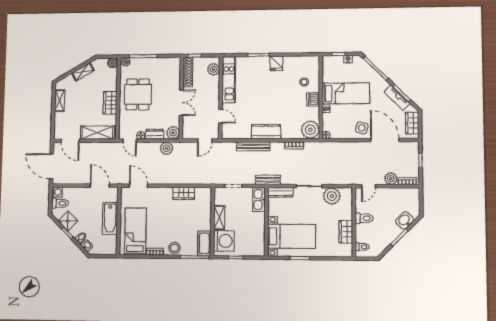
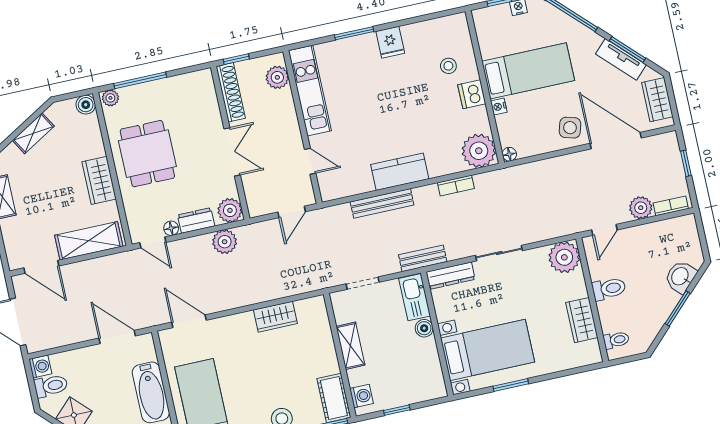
plant: (332, 196) -> (564, 257), moved
boiler: (260, 217) -> (424, 328), added
washing machine: (224, 241) -> (362, 396), width x0.53, depth x0.53

